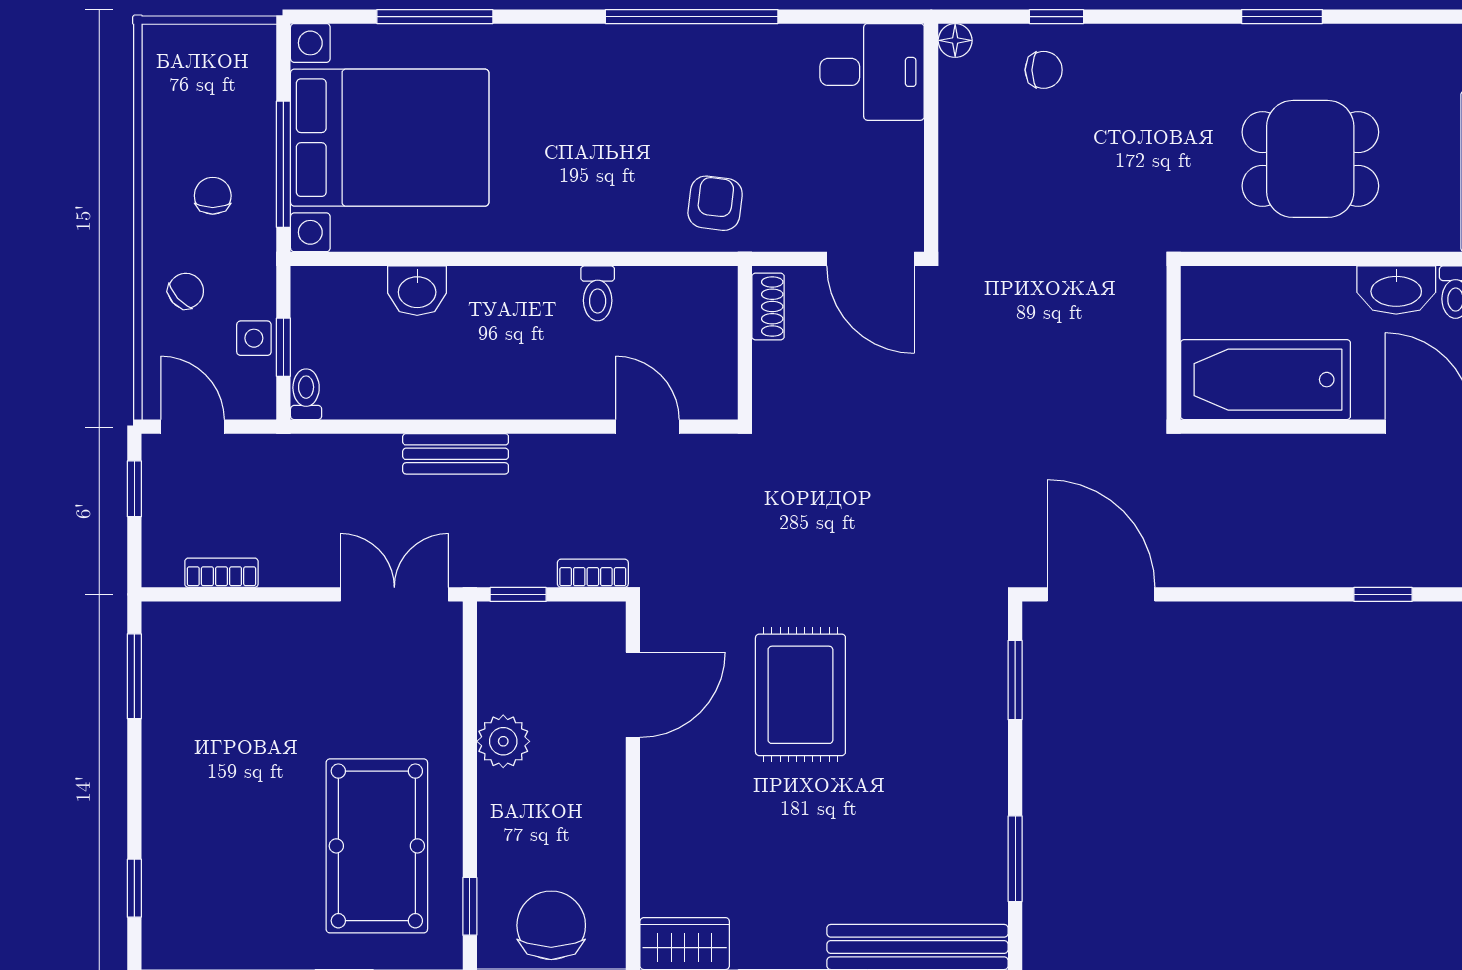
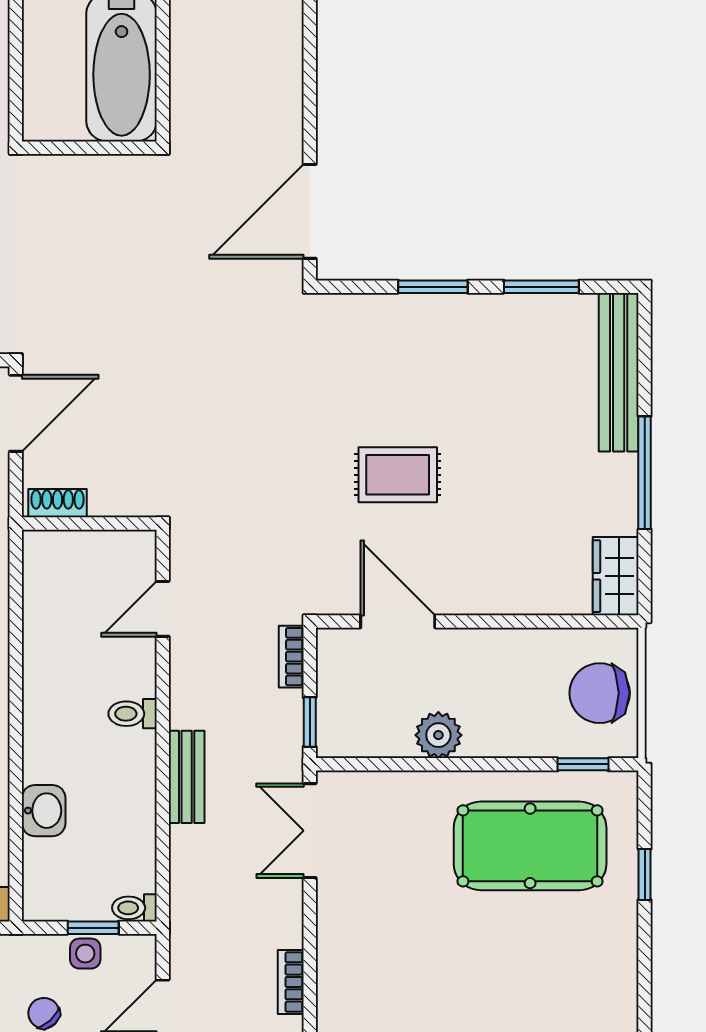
toilet: (598, 293) -> (133, 714), moved, turned 180
window: (1015, 680) -> (433, 287), moved
rug: (800, 695) -> (398, 475), width x0.73, depth x0.70

